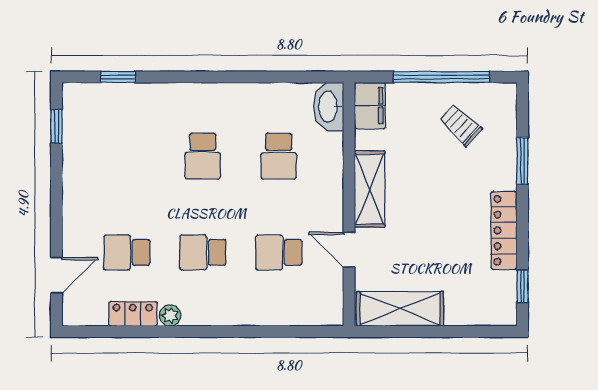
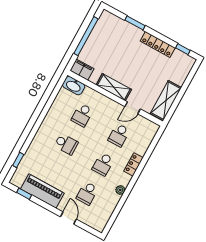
trolley: (461, 125) -> (108, 39), removed
school desk: (279, 156) -> (82, 115), turned 90
piano: (82, 160) -> (42, 191), added
door: (57, 275) -> (68, 218), moved
locker: (133, 314) -> (133, 164), moved

